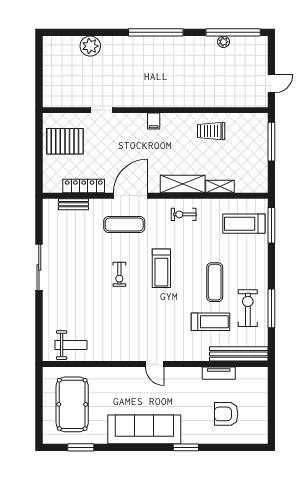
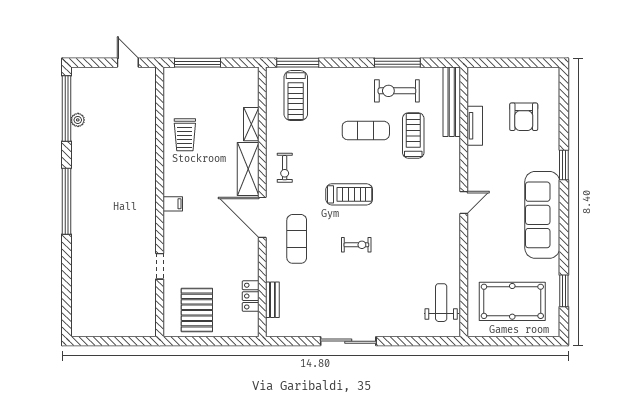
plant: (90, 46) -> (83, 280), removed
locker: (84, 186) -> (251, 296), width x0.66
door: (130, 196) -> (262, 217), moved

